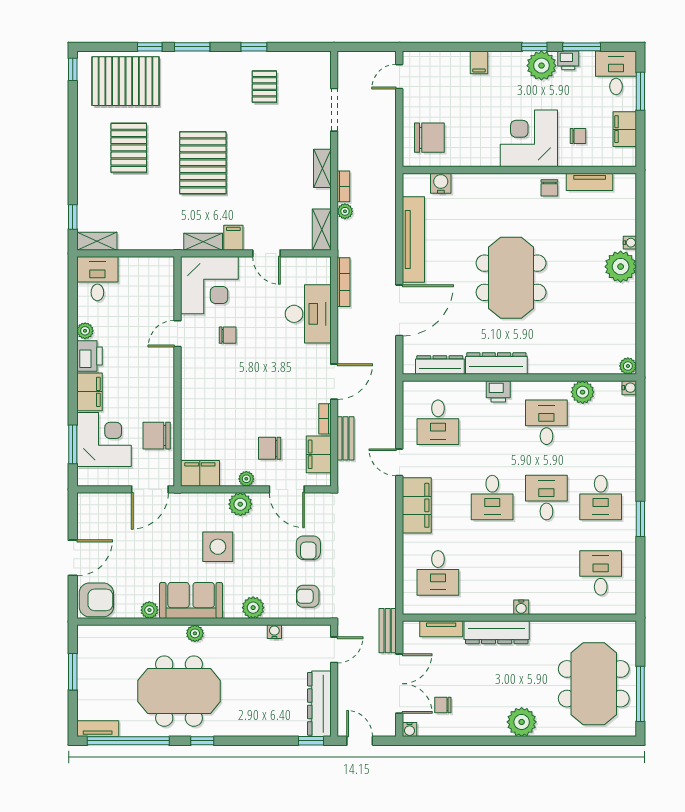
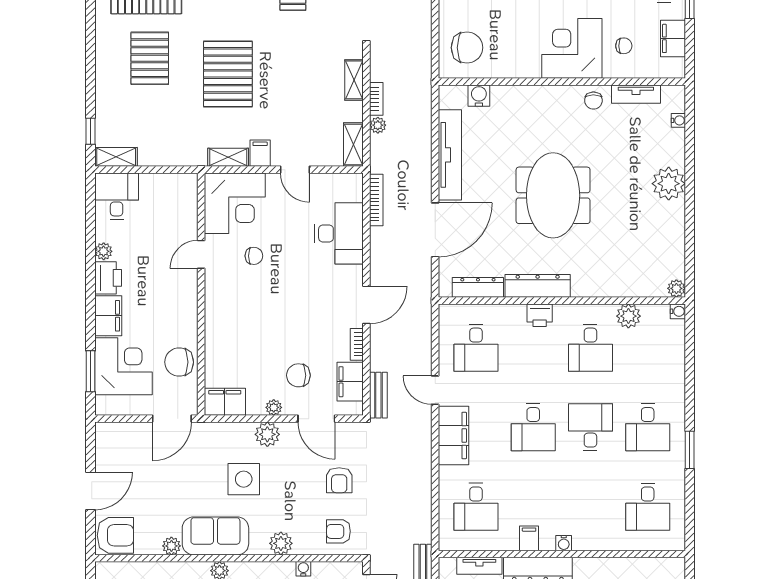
water cooler: (630, 243) -> (678, 120), moved
desk: (546, 422) -> (590, 348), turned 180
bench: (346, 438) -> (378, 395), moved
desk: (601, 573) -> (648, 507), turned 180
filing cabinet: (488, 603) -> (529, 538), added

